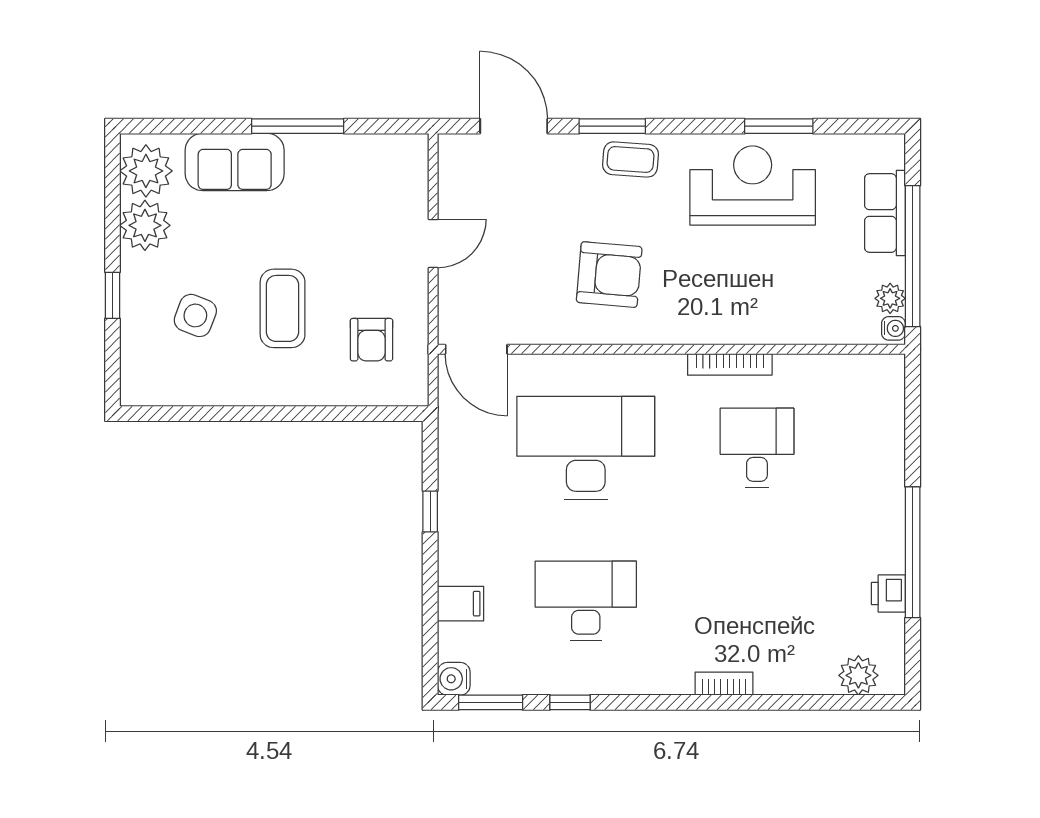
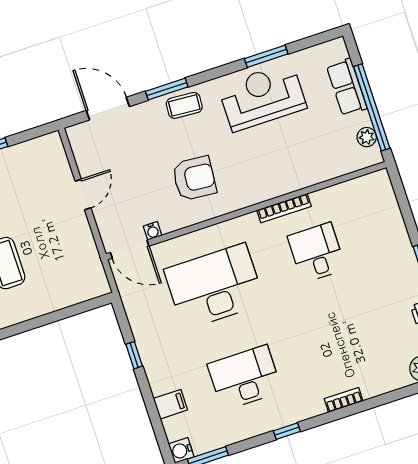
water cooler: (893, 328) -> (153, 231), moved, turned 90
armchair: (371, 340) -> (65, 264), removed
window: (570, 702) -> (287, 431), moved

